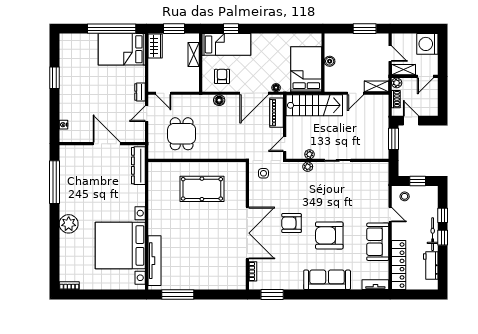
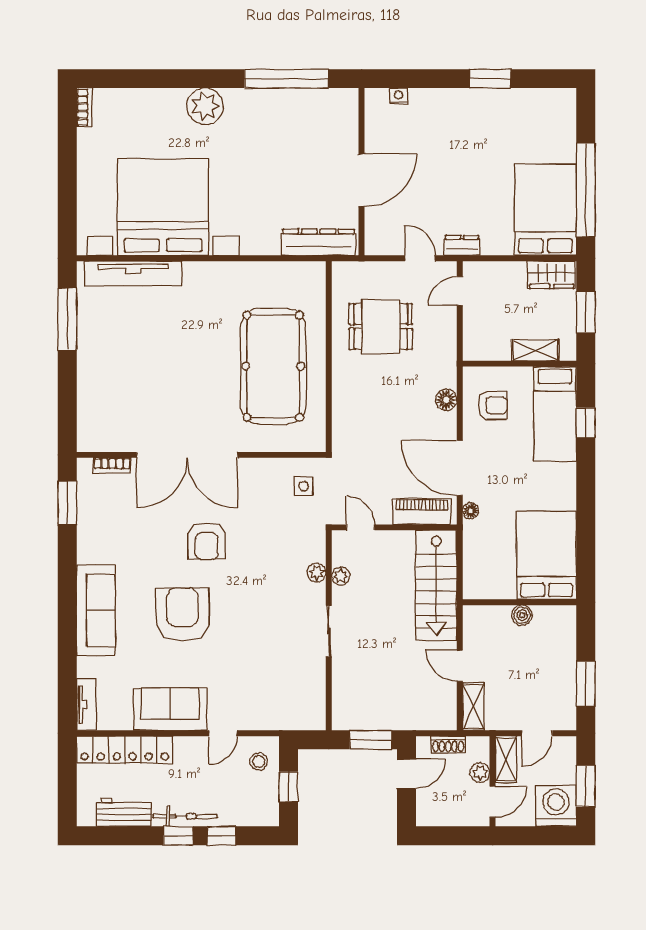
window: (417, 29) -> (586, 786), added
bed: (306, 69) -> (547, 555), moved, turned -90
door: (425, 76) -> (493, 802), swing flipped
plant: (397, 83) -> (480, 772), moved
pool table: (202, 189) -> (273, 366), width x1.36, depth x1.32
armchair: (292, 223) -> (207, 541), turned 180

